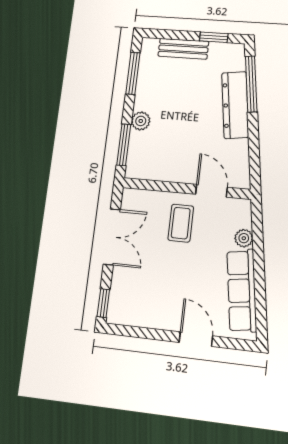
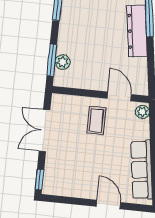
plant: (141, 121) -> (63, 62), moved
double door: (112, 237) -> (45, 130), swing flipped
plant: (244, 238) -> (142, 112), moved

